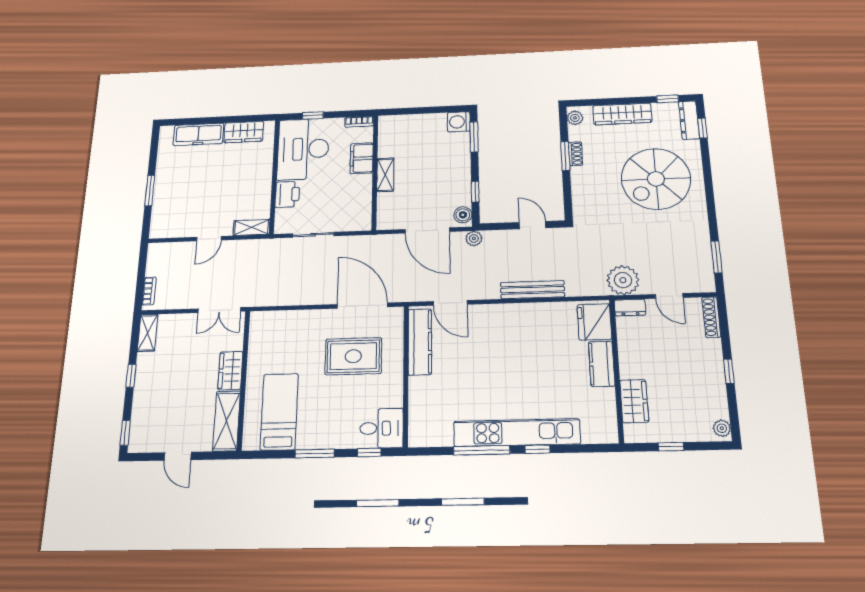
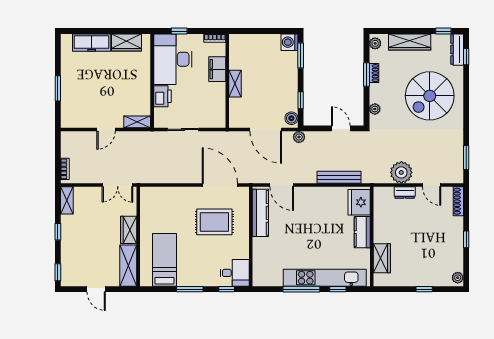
plant: (579, 199) -> (375, 109), added
fridge: (594, 322) -> (359, 202), moved
kitchen counter: (602, 364) -> (362, 232), moved
wall: (616, 370) -> (372, 237), moved
wardrobe: (634, 401) -> (382, 258), moved

